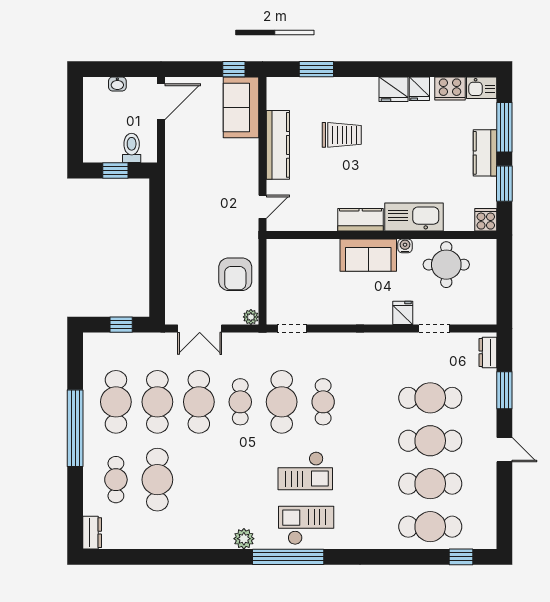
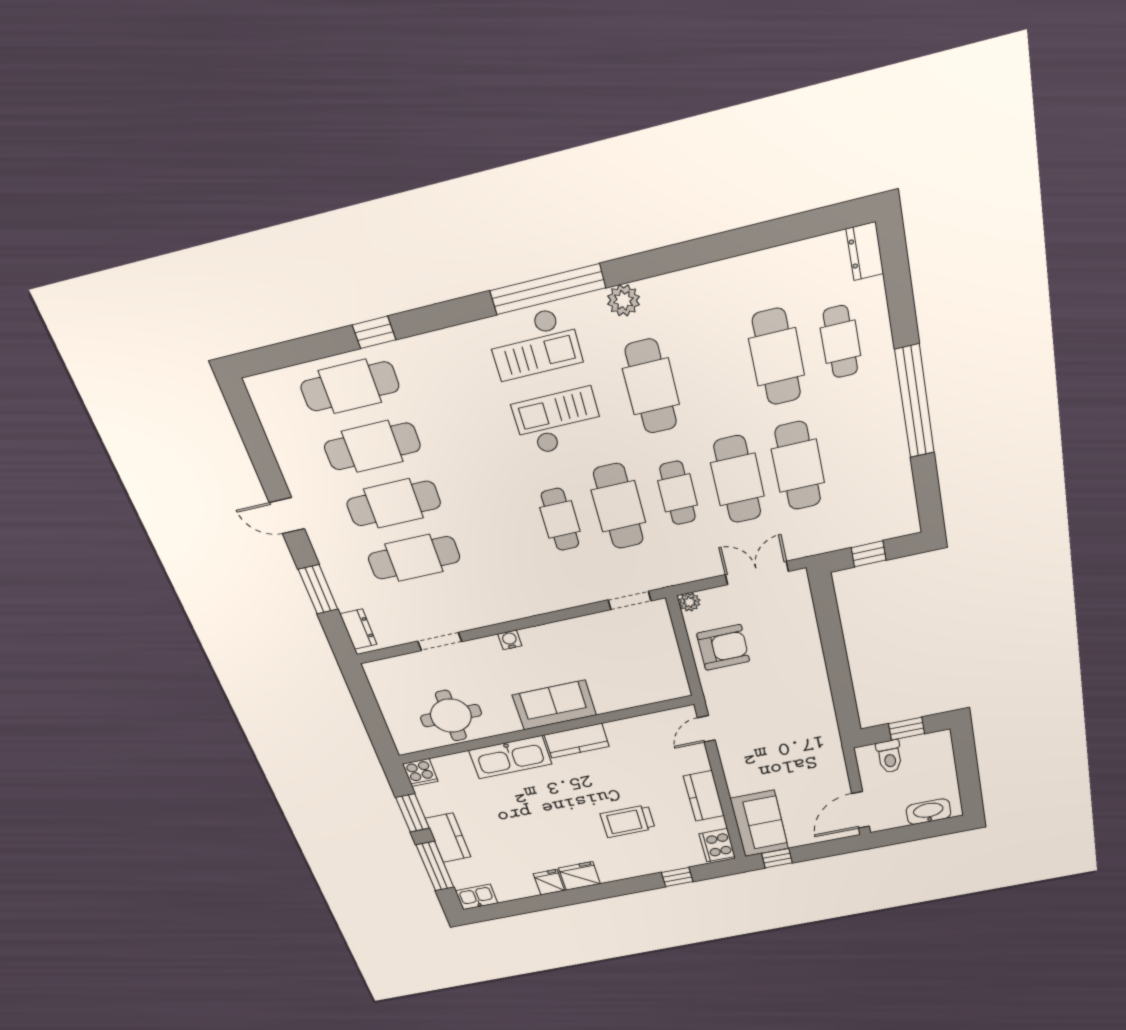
window: (316, 69) -> (677, 877), width x0.67
washbasin: (117, 84) -> (928, 812), width x1.91, depth x1.45
cooker: (450, 89) -> (717, 845), moved, turned -90
kitchen counter: (278, 145) -> (704, 796), width x0.67
water cooler: (405, 246) -> (510, 640), moved, turned 180
armchair: (235, 274) -> (723, 647), turned 90
fridge: (403, 313) -> (487, 651), removed
cafe table: (116, 402) -> (651, 387), moved
window: (461, 557) -> (374, 332), moved

